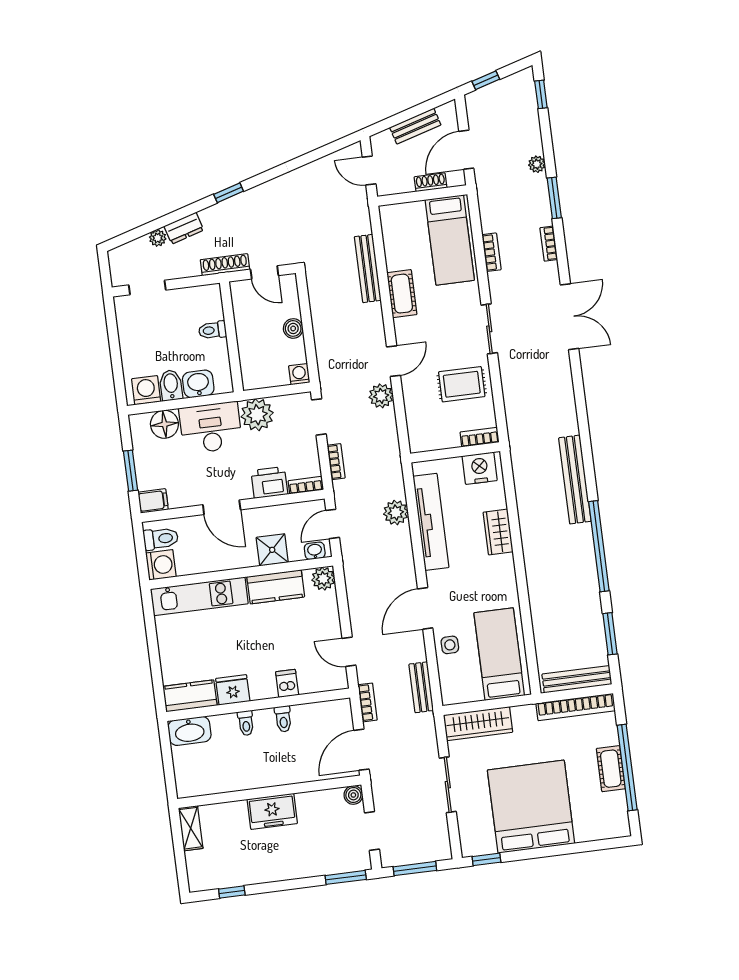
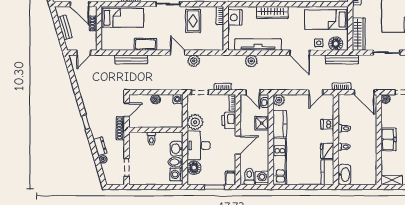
wardrobe: (498, 532) -> (272, 12), width x1.50
floor lamp: (453, 679) -> (336, 44), added
bench: (421, 687) -> (342, 59), width x1.36

